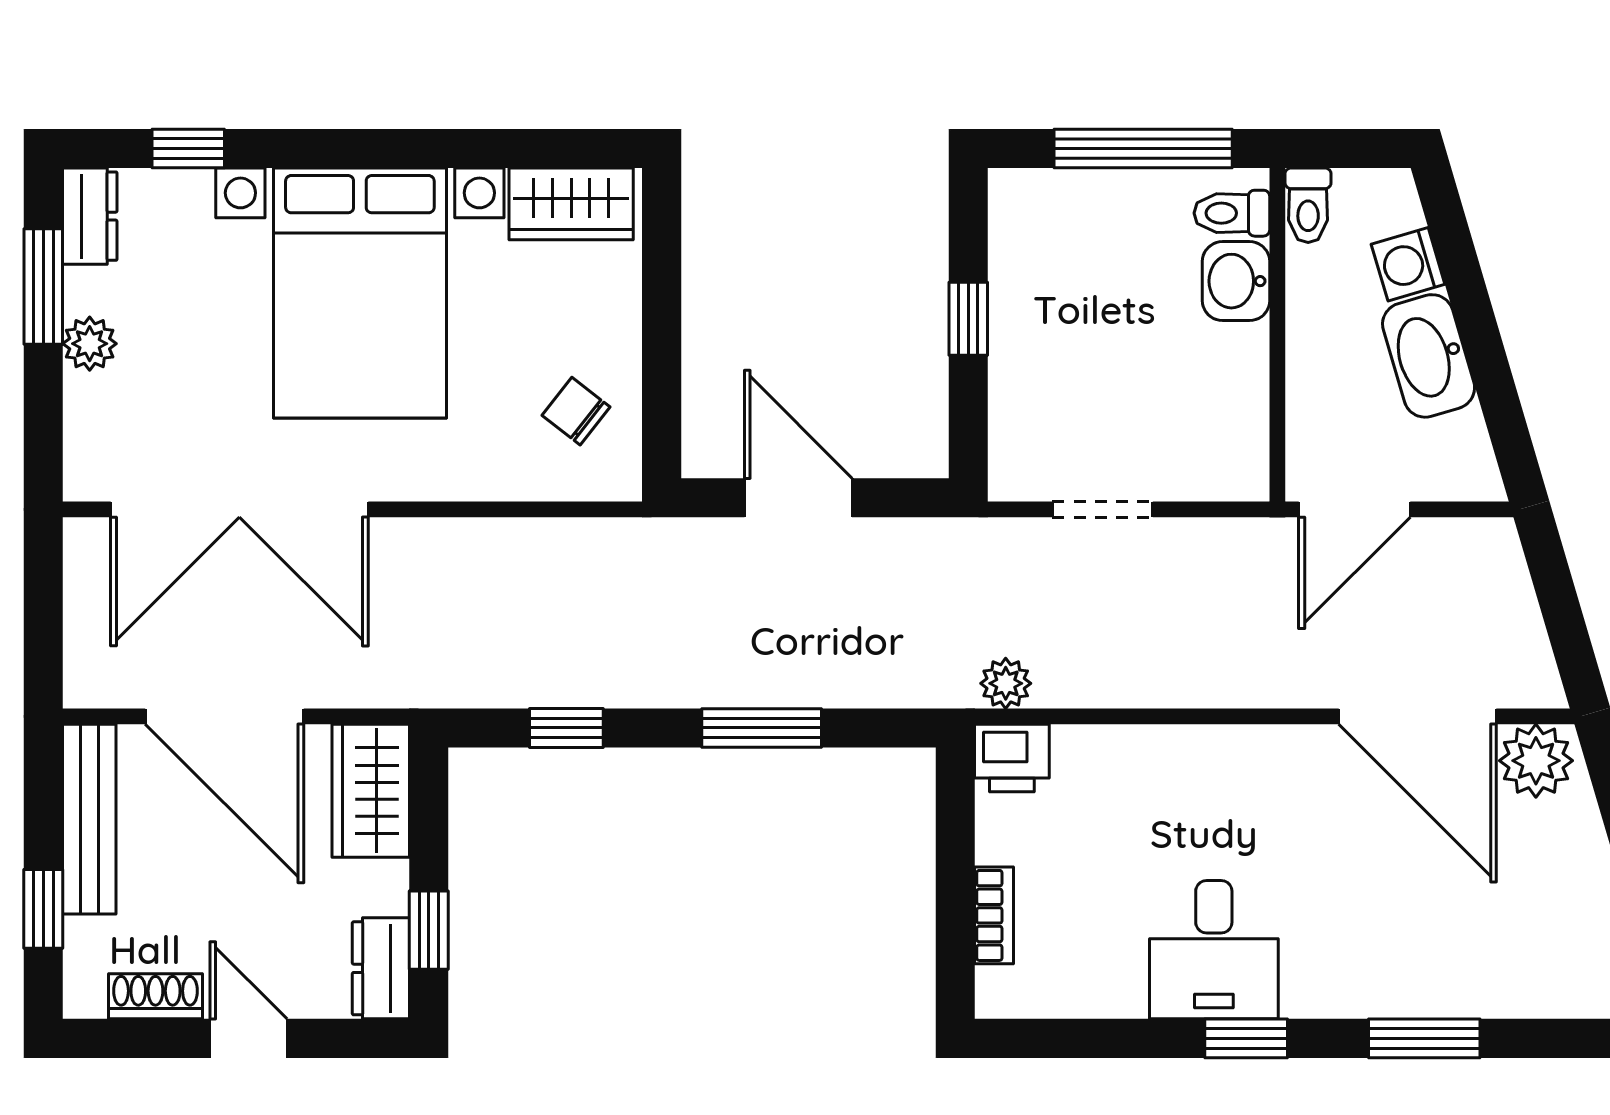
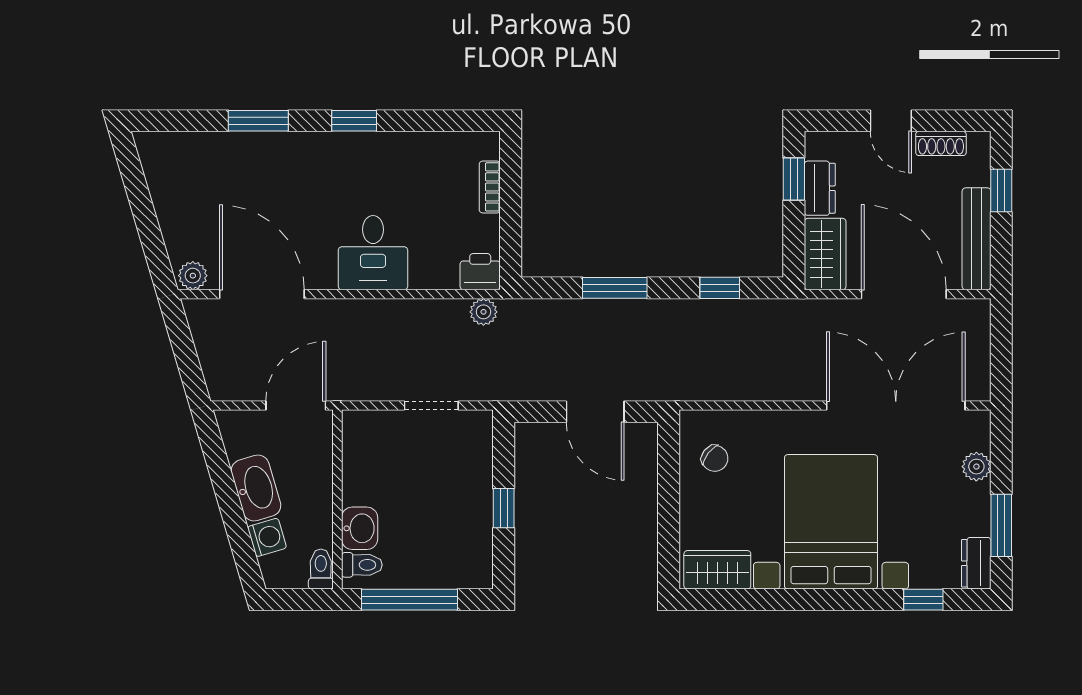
plant: (90, 344) -> (976, 467), moved
plant: (1536, 761) -> (193, 276), width x0.73, depth x0.73
desk: (1214, 950) -> (373, 253), moved, turned 180
dresser: (381, 968) -> (820, 188), moved

